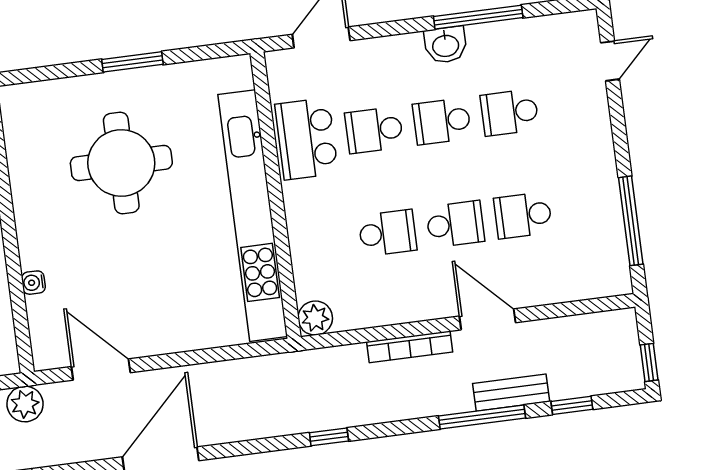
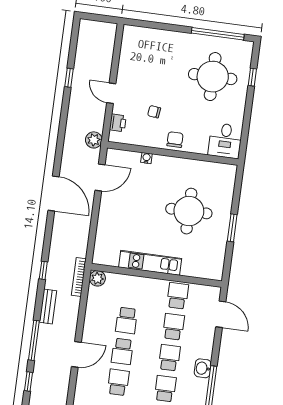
school desk: (306, 139) -> (178, 296), width x0.54
kitchen unit: (253, 216) -> (150, 263), width x0.54
bookcase: (410, 347) -> (79, 277), moved
bench: (511, 393) -> (48, 307), moved

